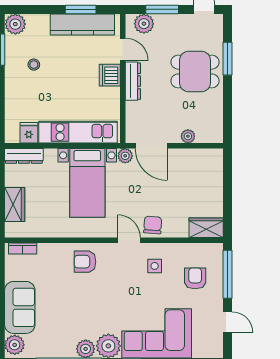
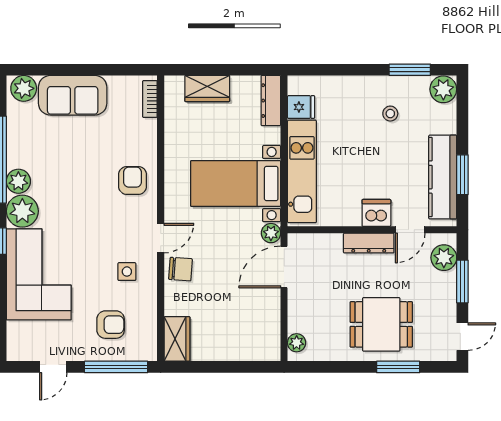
dining table: (195, 72) -> (381, 324), turned 90
plant: (188, 136) -> (297, 343), moved

